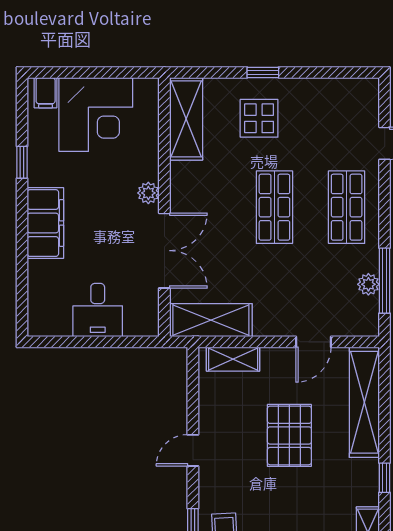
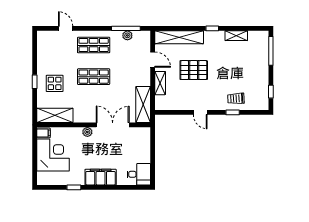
filing cabinet: (46, 93) -> (43, 133), moved
desk: (98, 310) -> (139, 174), moved
shelving: (233, 359) -> (160, 83), moved

